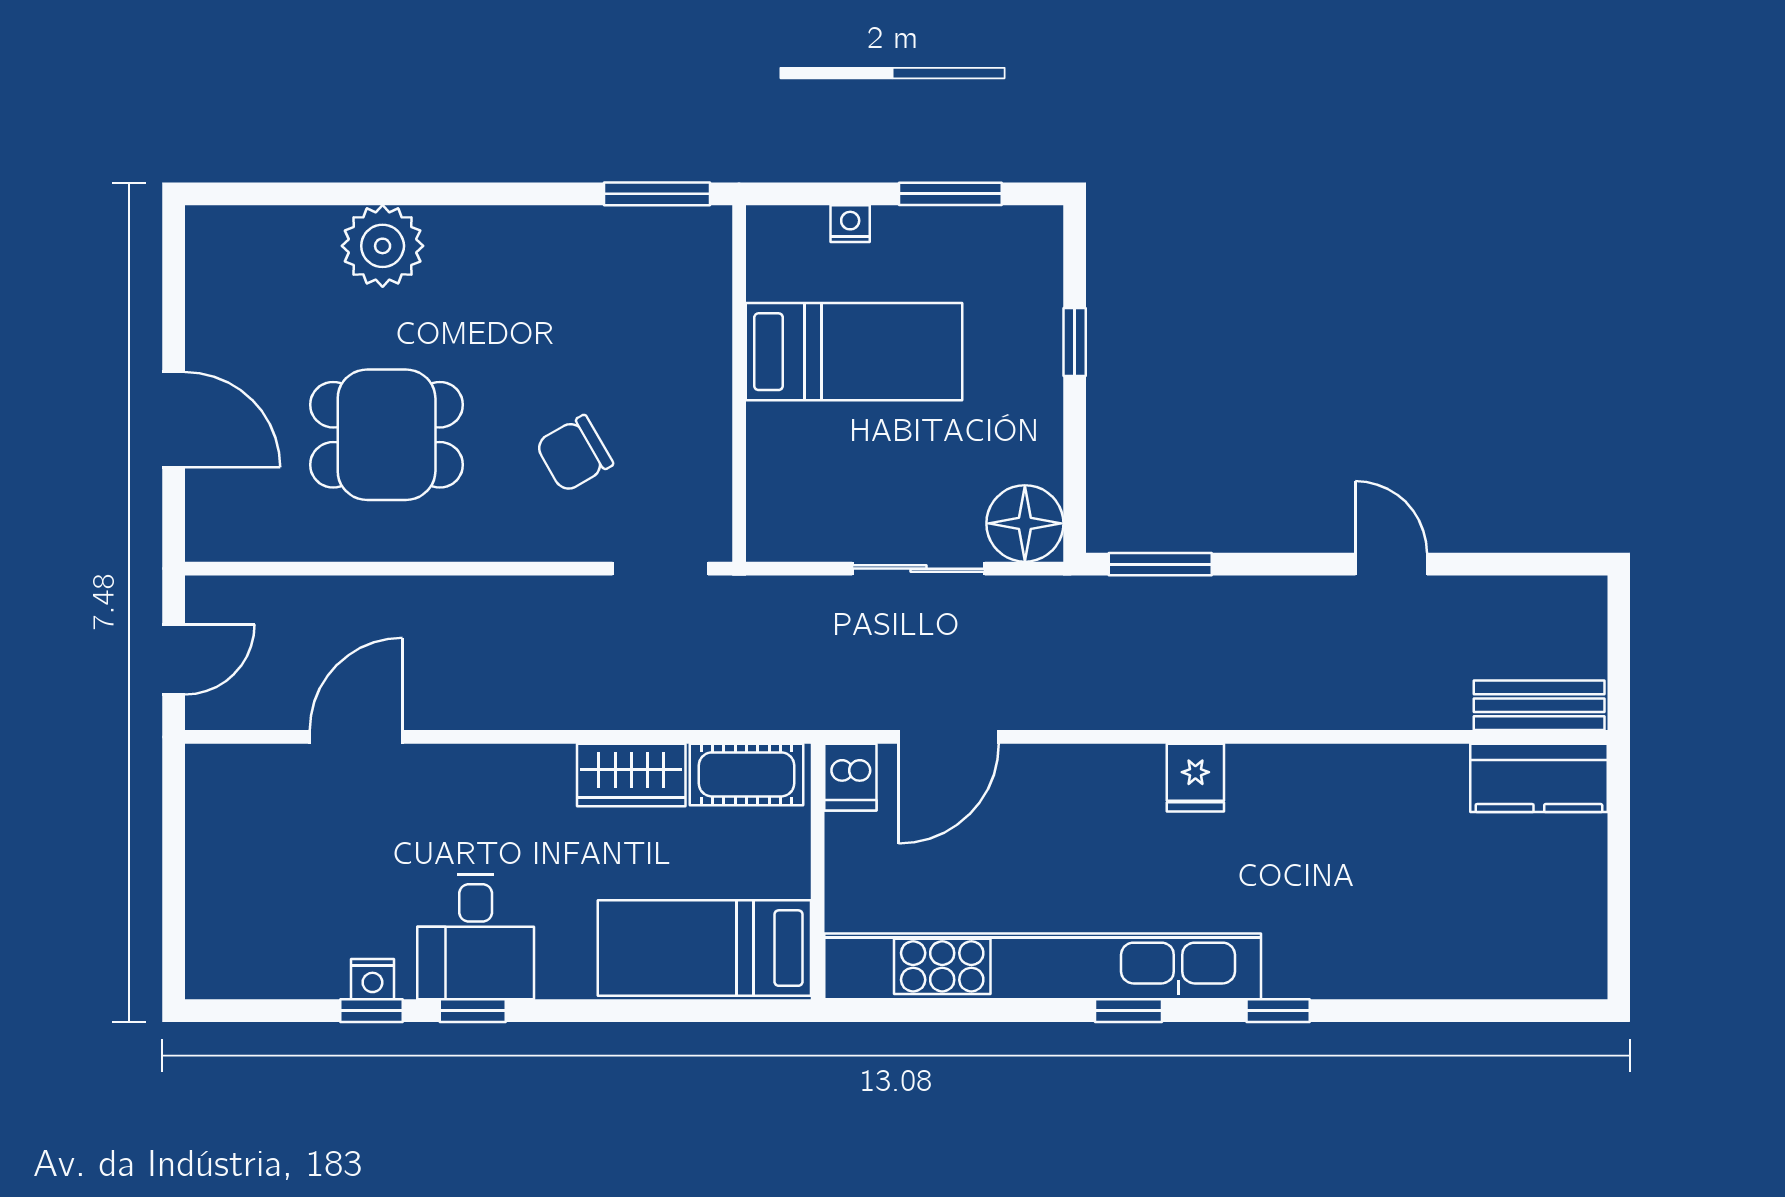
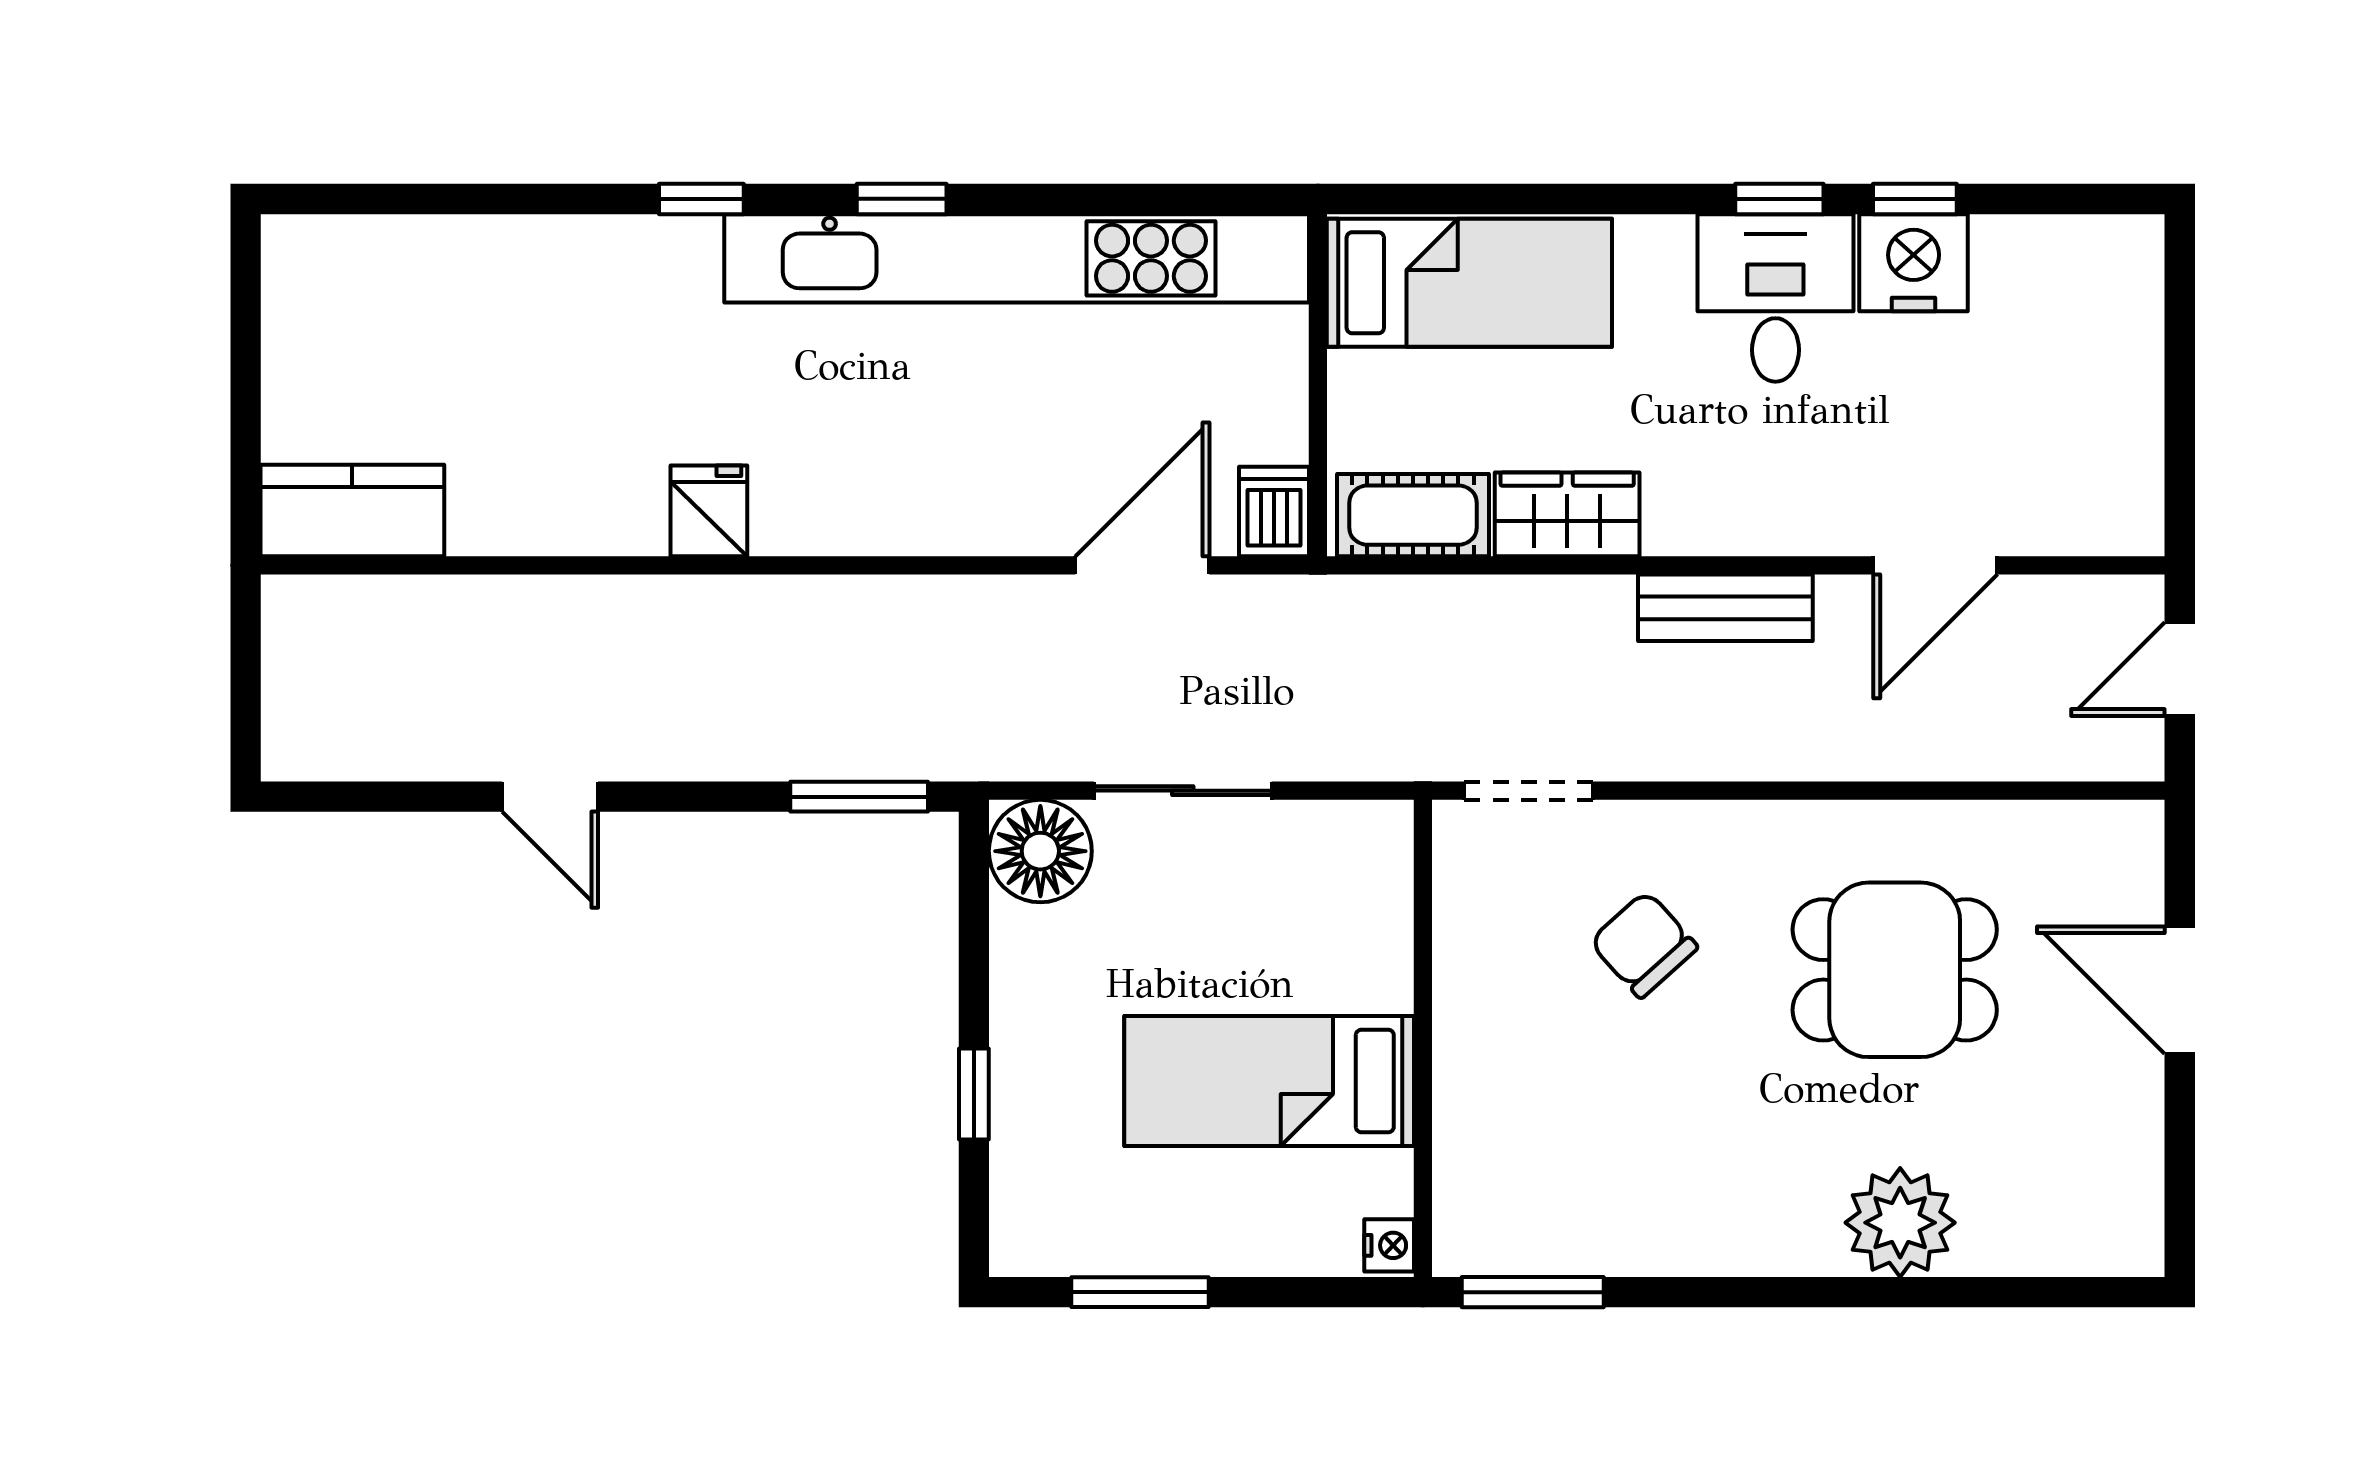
nightstand: (850, 224) -> (1389, 1245), moved, turned -90
chair: (574, 454) -> (1644, 944), turned -102
bench: (1539, 705) -> (1725, 608), moved
fridge: (1195, 778) -> (709, 511), moved
nightstand: (372, 979) -> (1914, 263), width x1.89, depth x1.79

